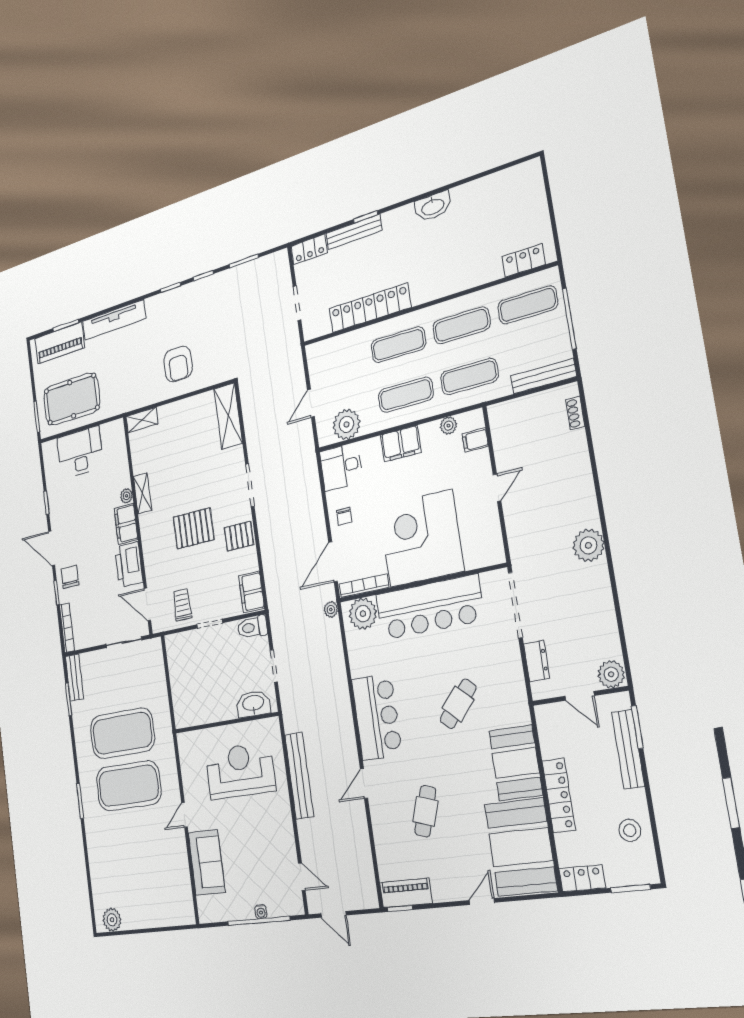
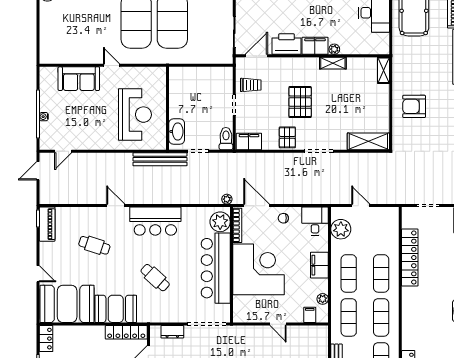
bench: (299, 776) -> (160, 159), moved
locker: (559, 795) -> (126, 332), moved

